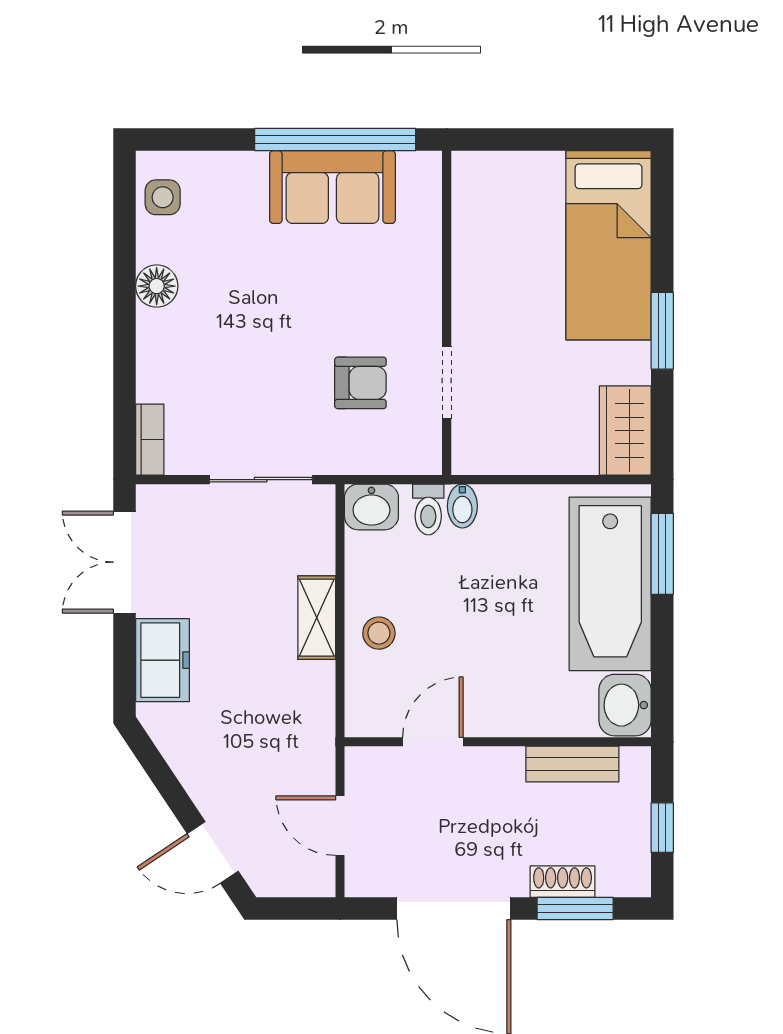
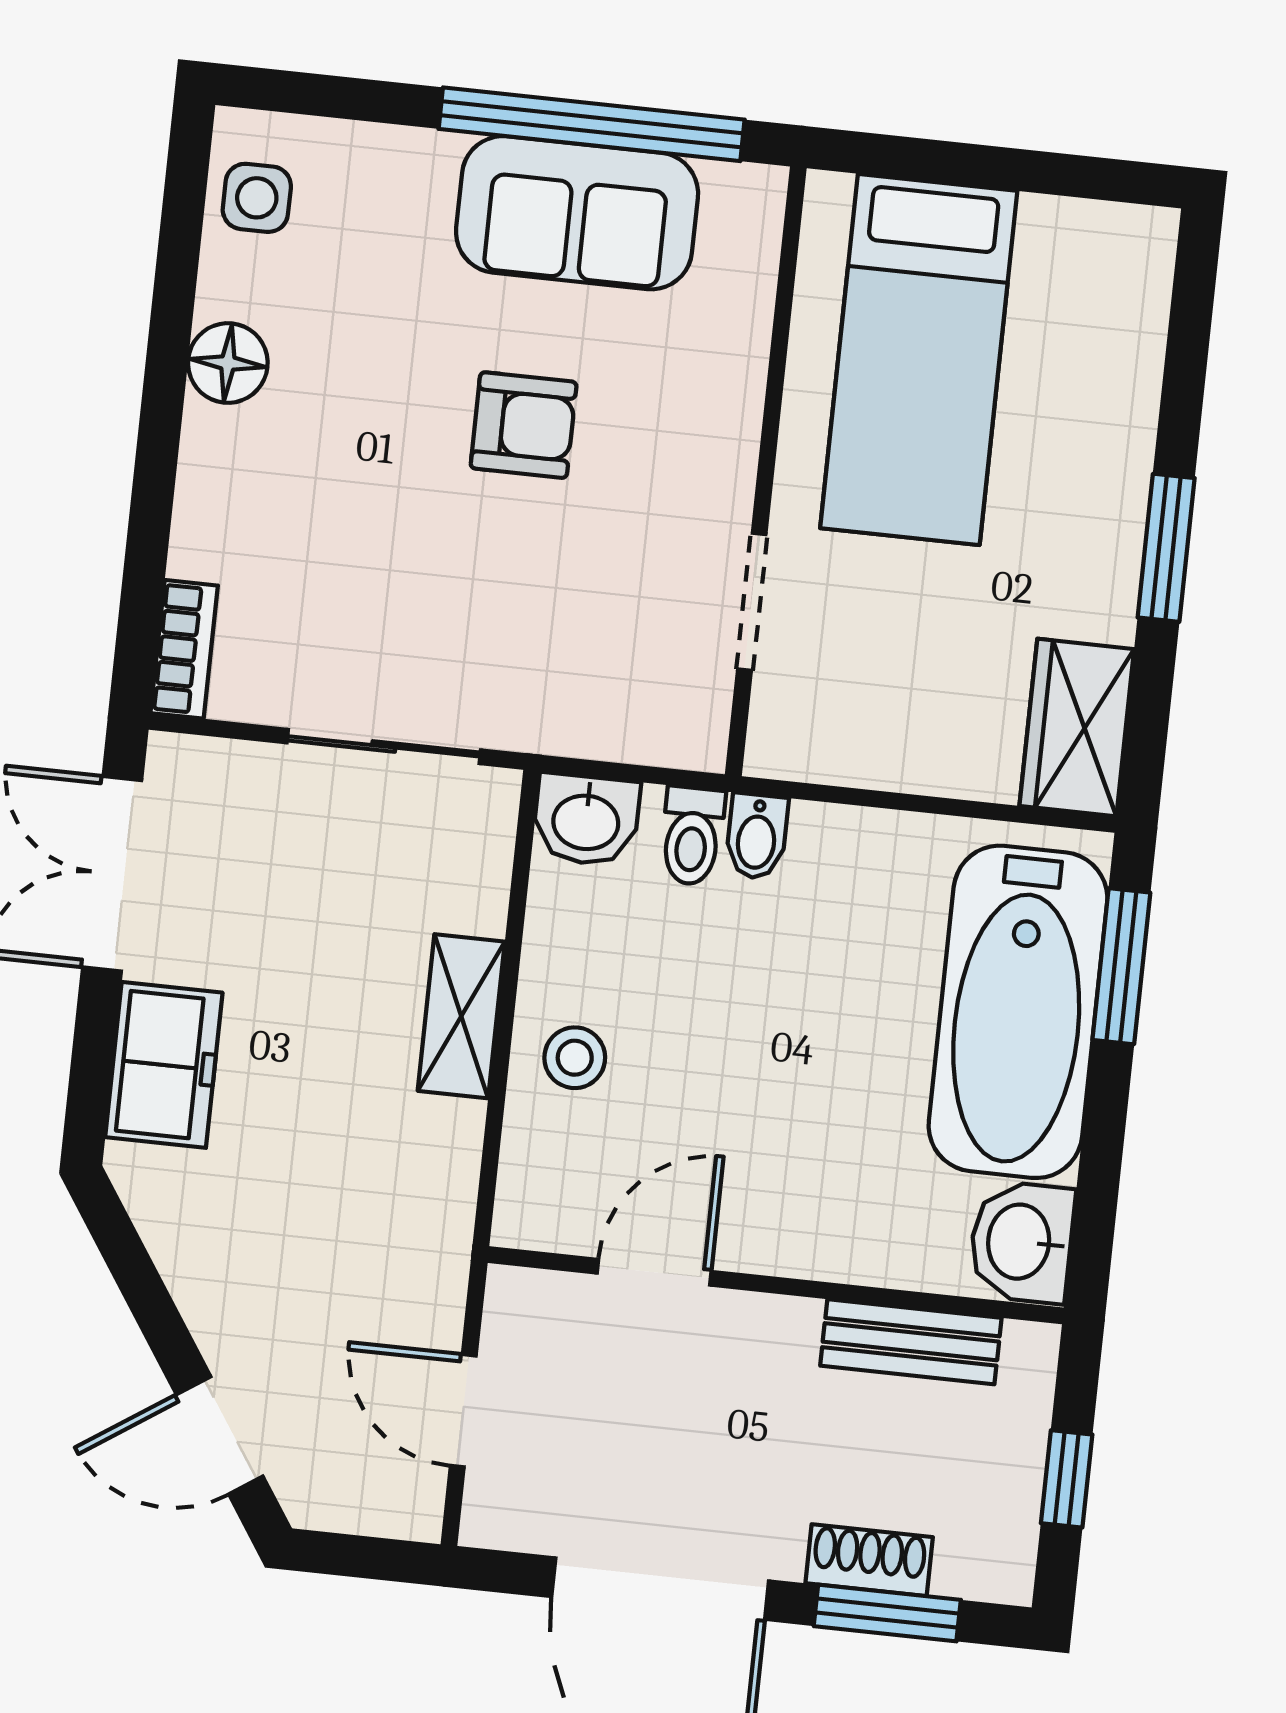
bed: (609, 245) -> (919, 359), moved
armchair: (360, 383) -> (524, 425), moved

